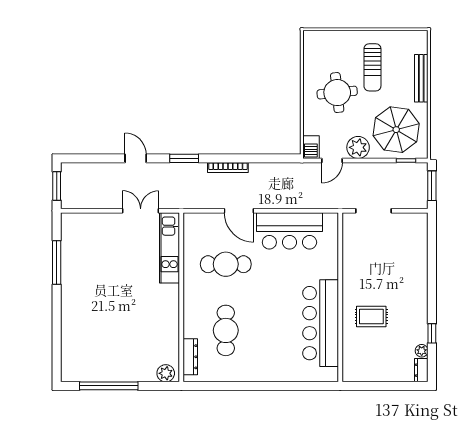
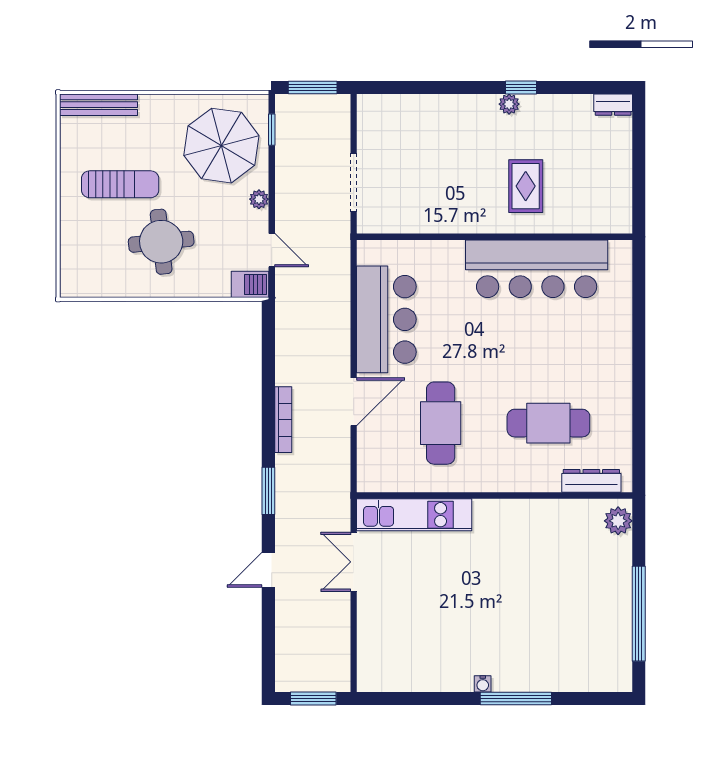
bench: (421, 78) -> (98, 105), moved
plant: (358, 147) -> (259, 199), width x0.53, depth x0.53
window: (57, 263) -> (516, 699), moved
water cooler: (66, 290) -> (483, 684), added
window: (432, 333) -> (521, 87), moved
plant: (422, 351) -> (509, 104), moved

